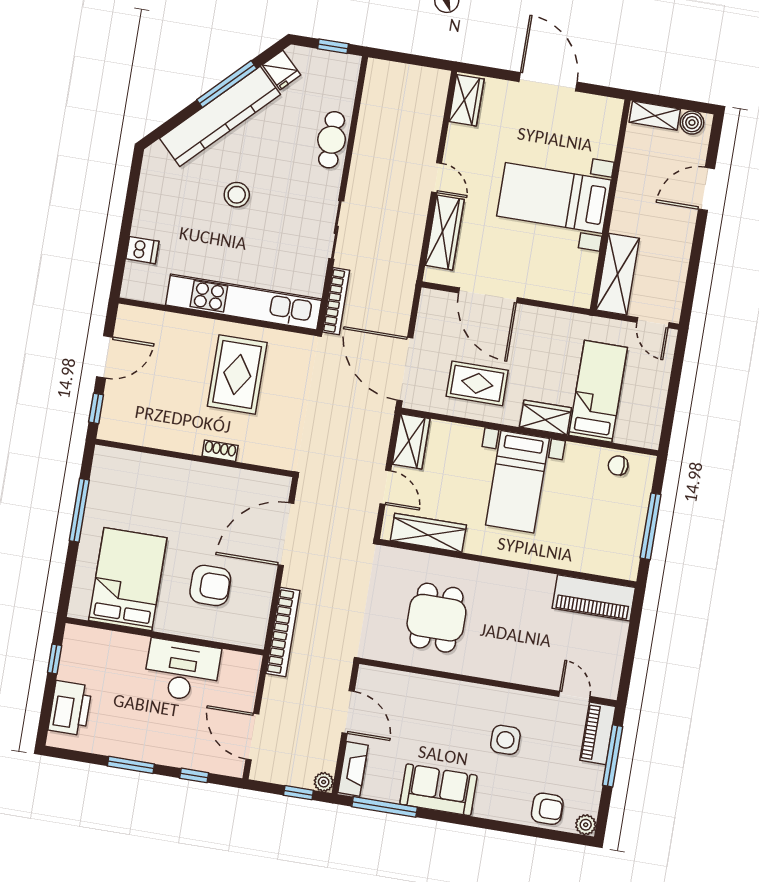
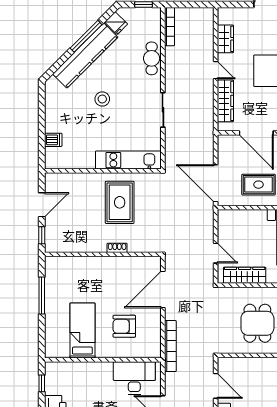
wardrobe: (466, 100) -> (225, 39), moved
bookcase: (336, 301) -> (170, 27), moved
kitchen unit: (244, 302) -> (128, 160), width x0.73
wardrobe: (411, 441) -> (226, 224), removed
bed: (128, 579) -> (82, 330), width x0.67
armchair: (210, 585) -> (124, 326), turned 180
desk: (182, 671) -> (134, 378), moved

